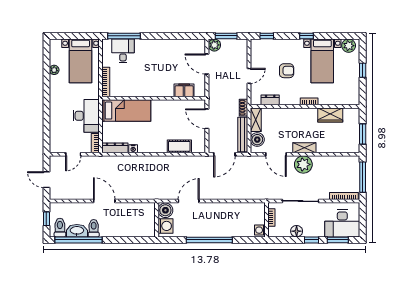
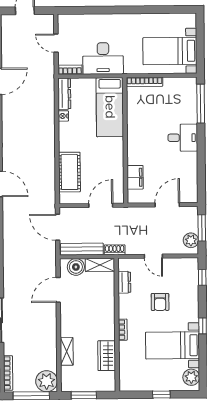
plant: (214, 45) -> (191, 240), moved
desk: (123, 51) -> (183, 138), moved
plant: (54, 70) -> (159, 19), removed
cot: (179, 146) -> (69, 172), width x1.37, depth x1.34
shelving: (304, 148) -> (67, 351), moved
plant: (303, 164) -> (47, 381), moved

